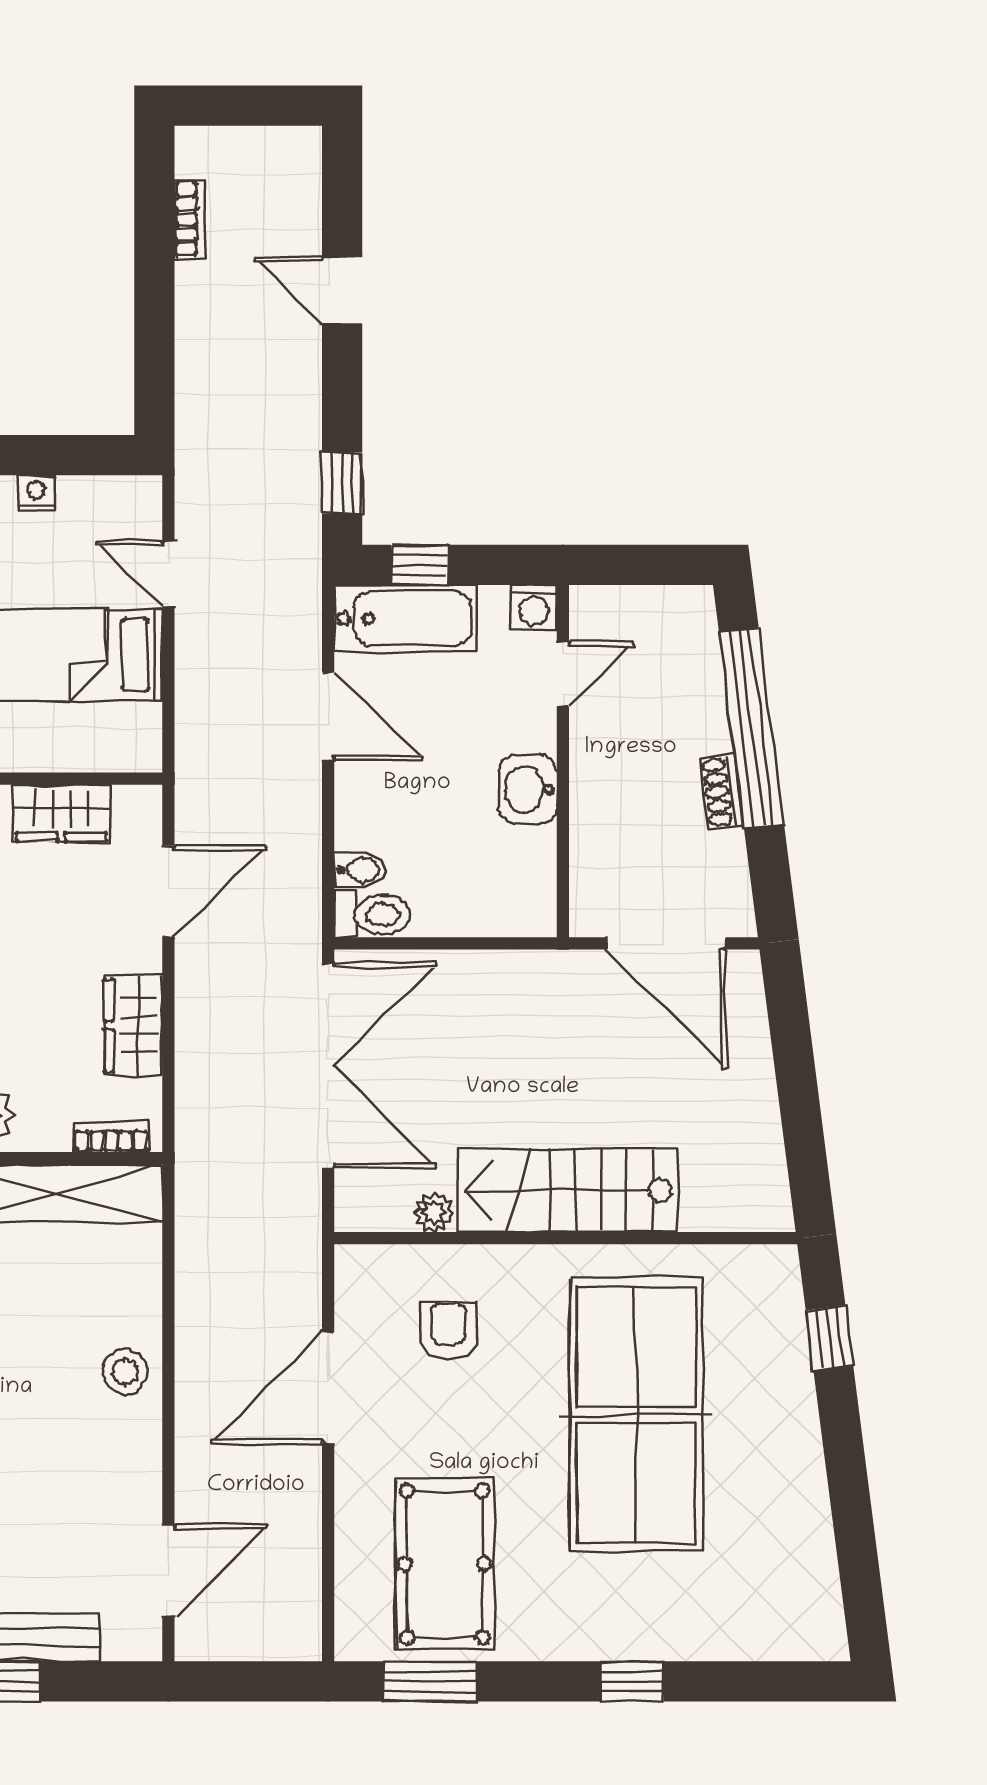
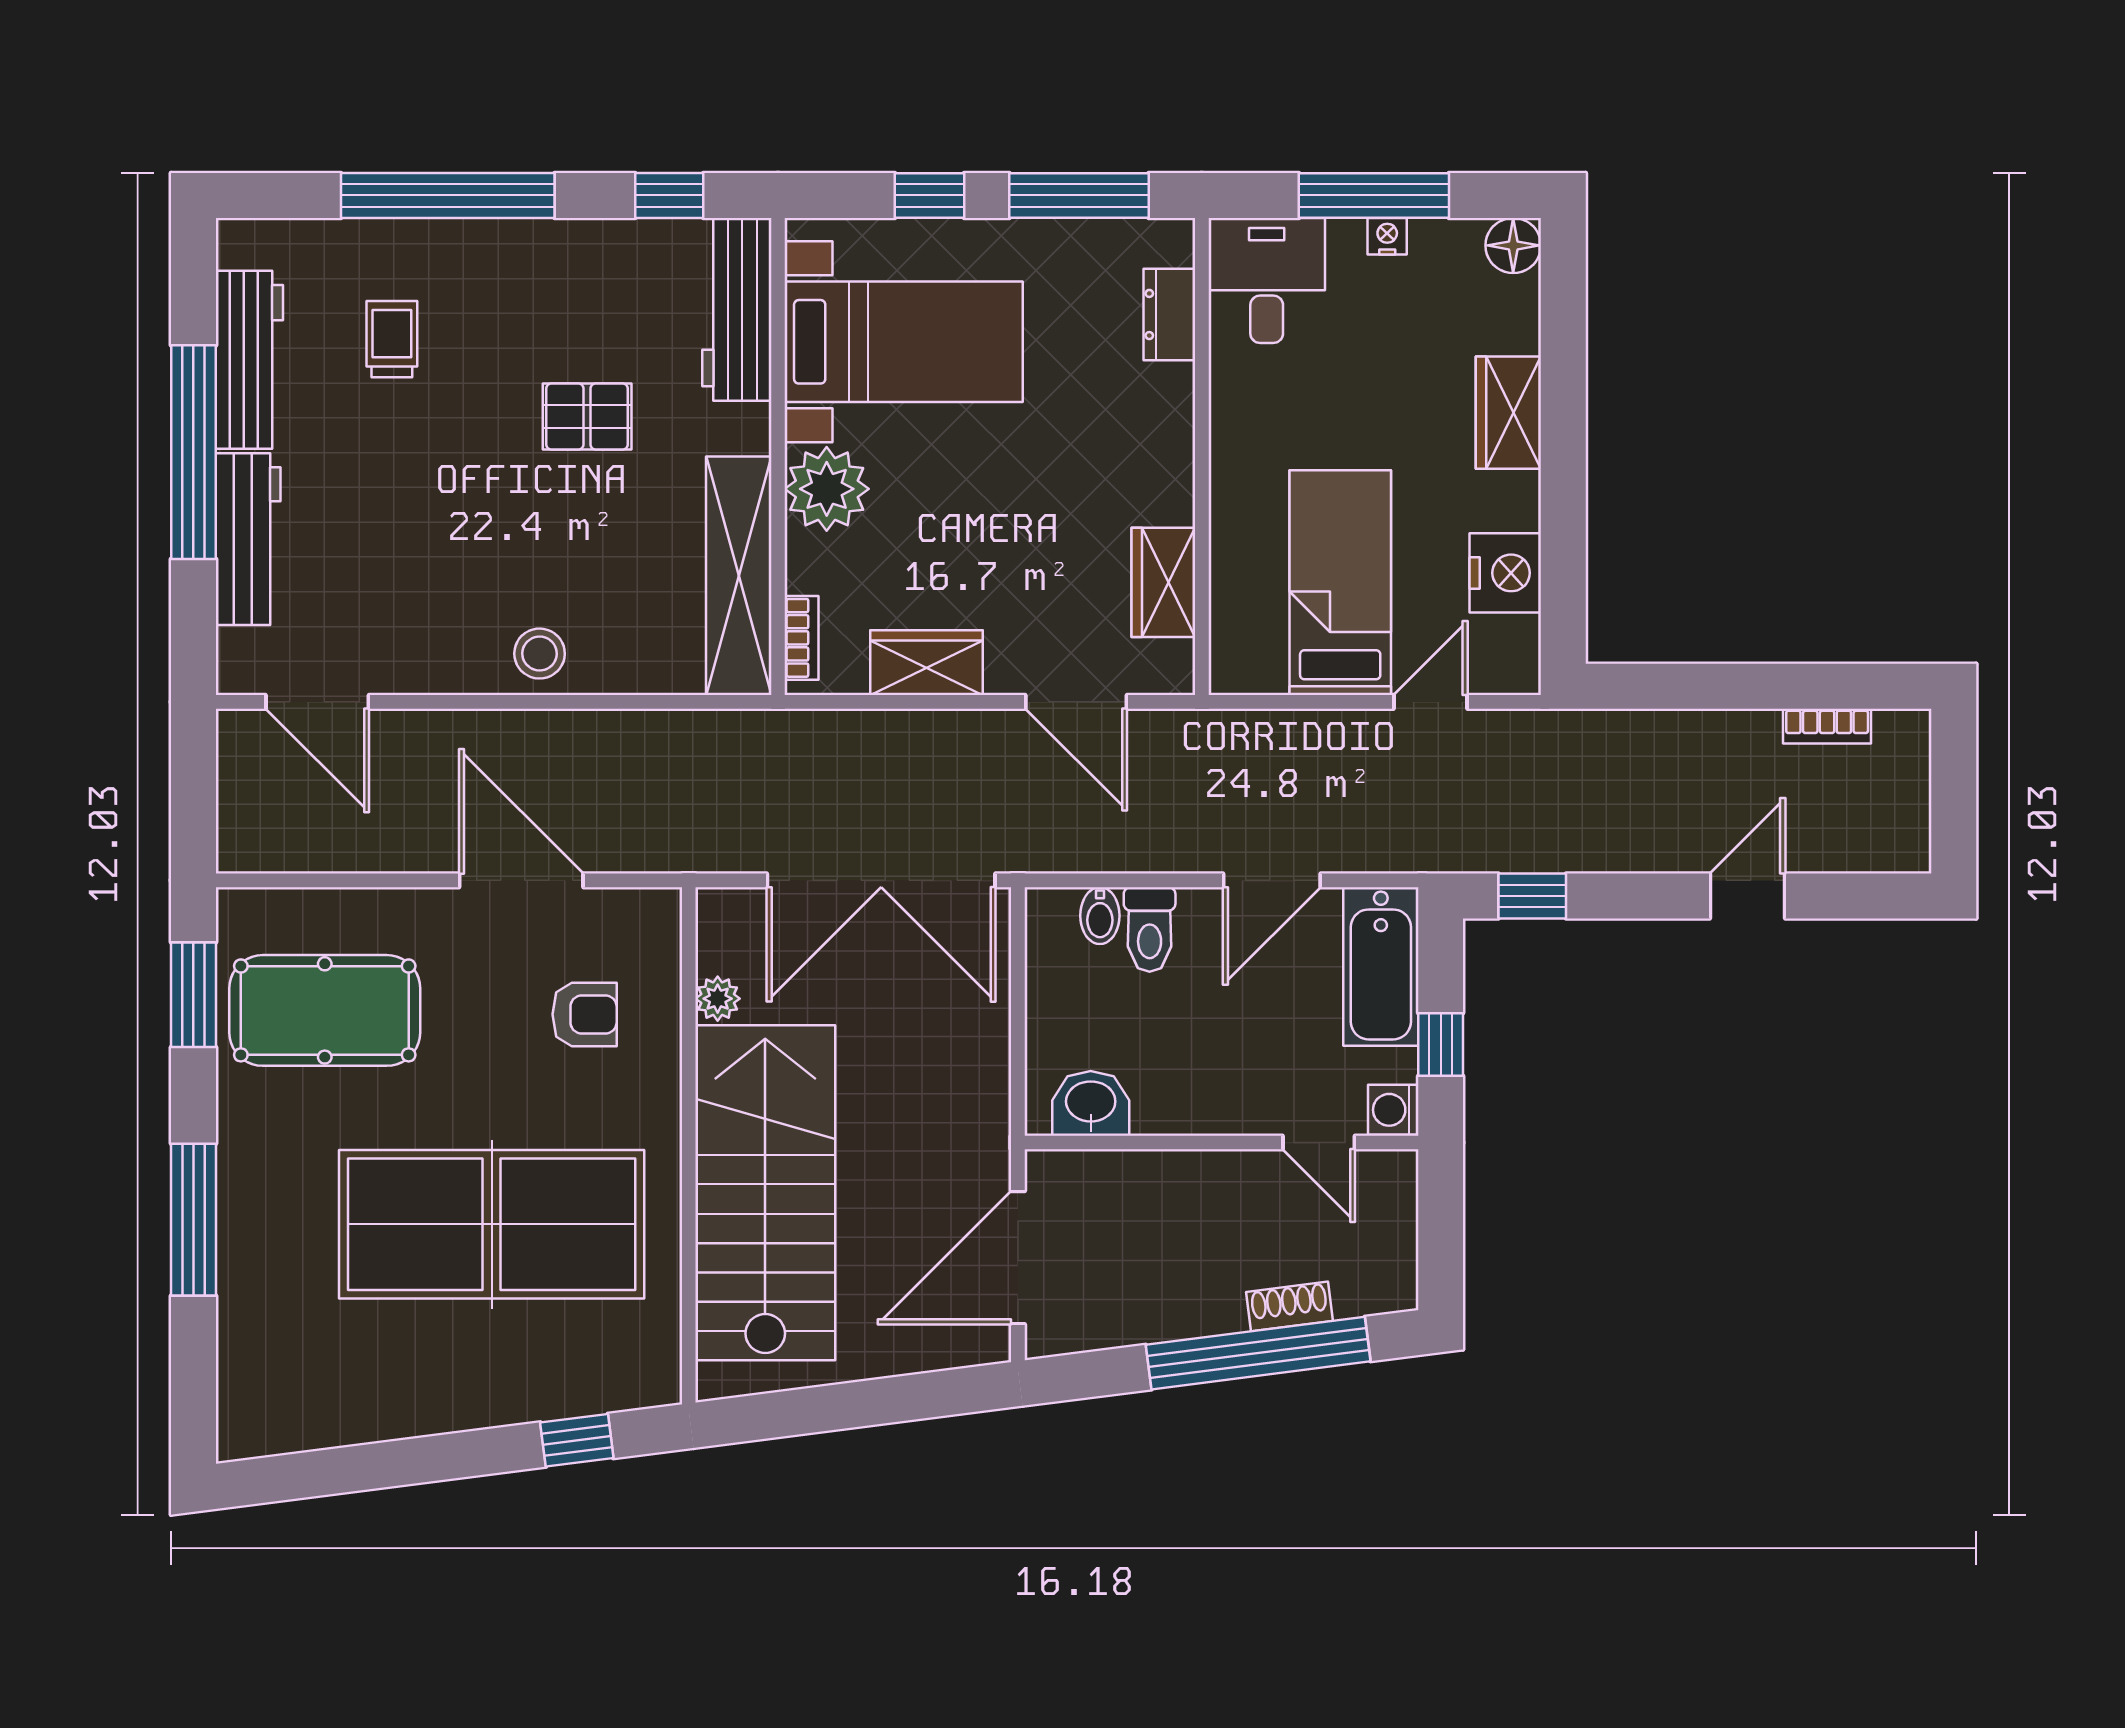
nightstand: (36, 493) -> (1505, 573), width x1.89, depth x1.79
window: (420, 565) -> (1441, 1045), moved
washbasin: (528, 789) -> (1091, 1103), moved
shoe rack: (721, 792) -> (1290, 1306), moved
toilet: (372, 914) -> (1150, 929), moved
stairs: (568, 1191) -> (765, 1193), width x1.36, depth x1.51
window: (632, 1681) -> (193, 1220), width x2.17

